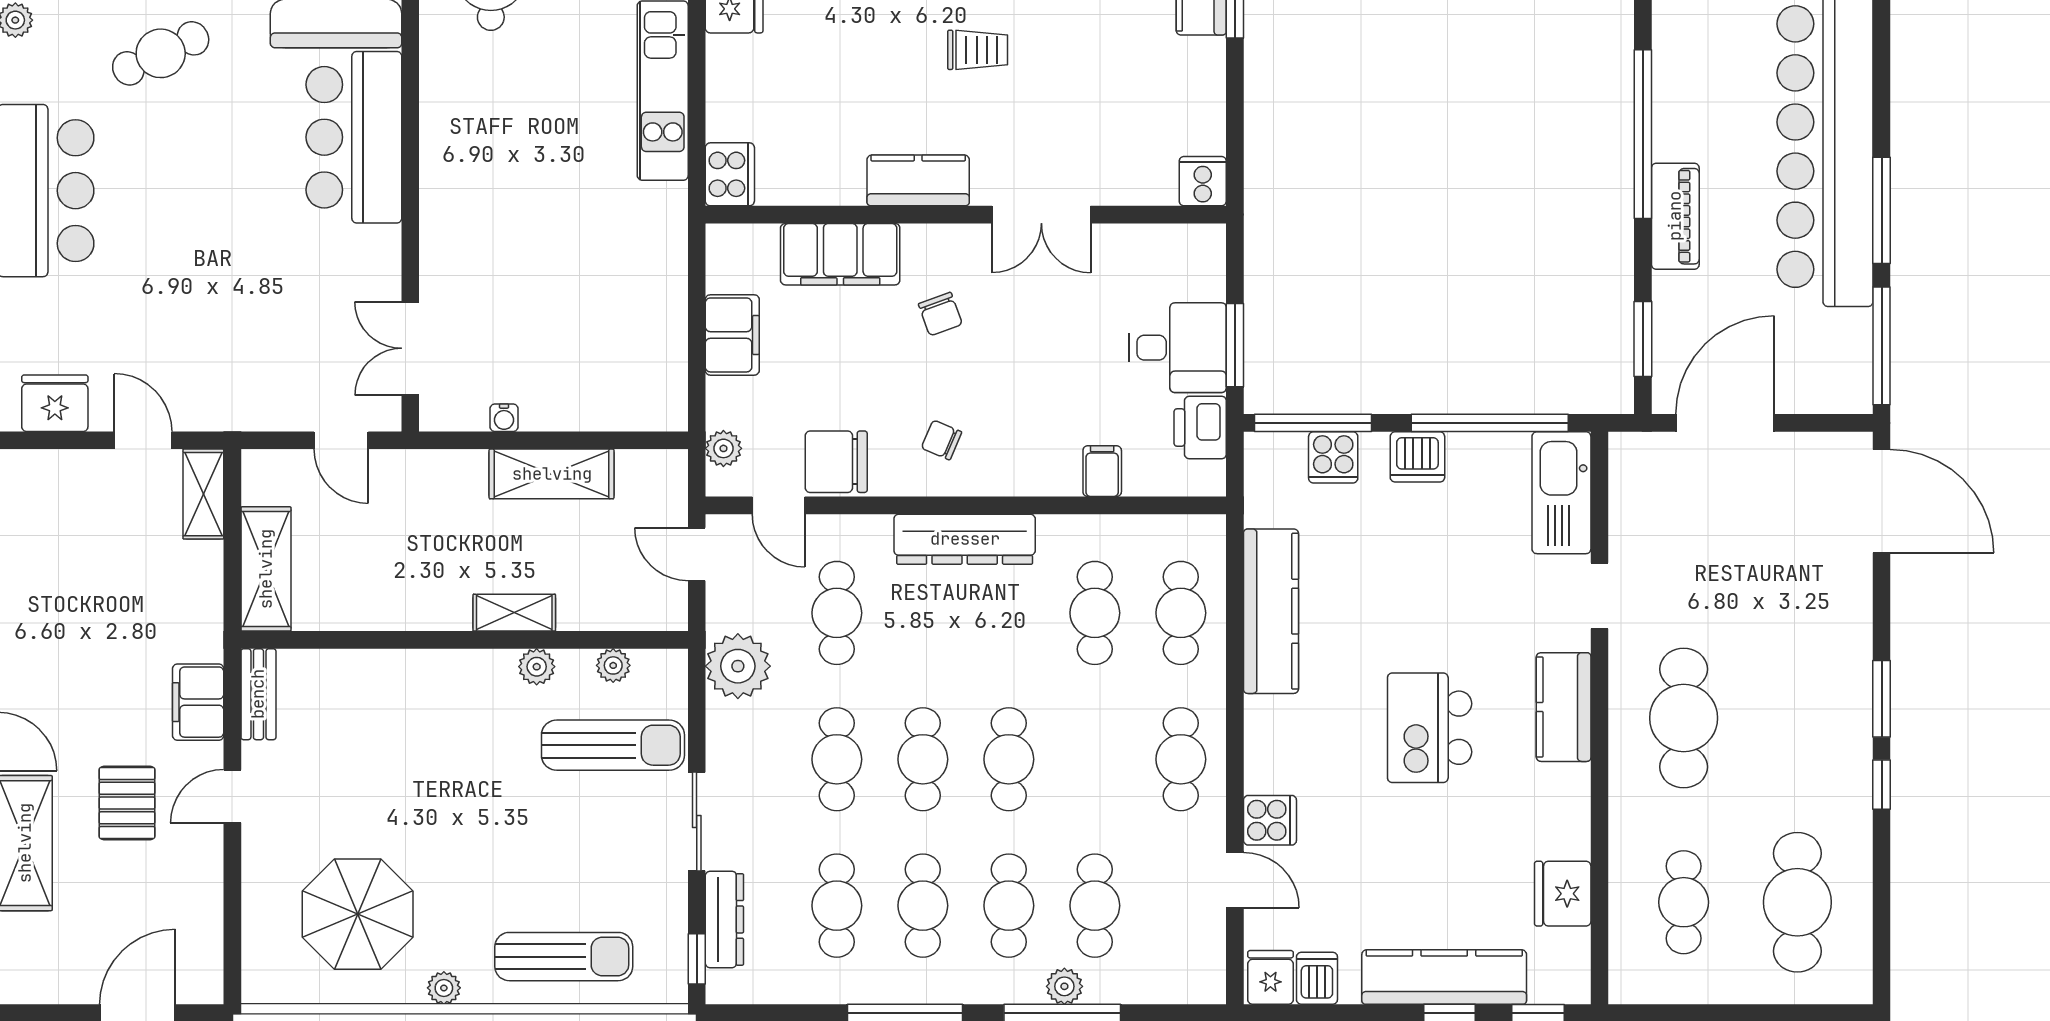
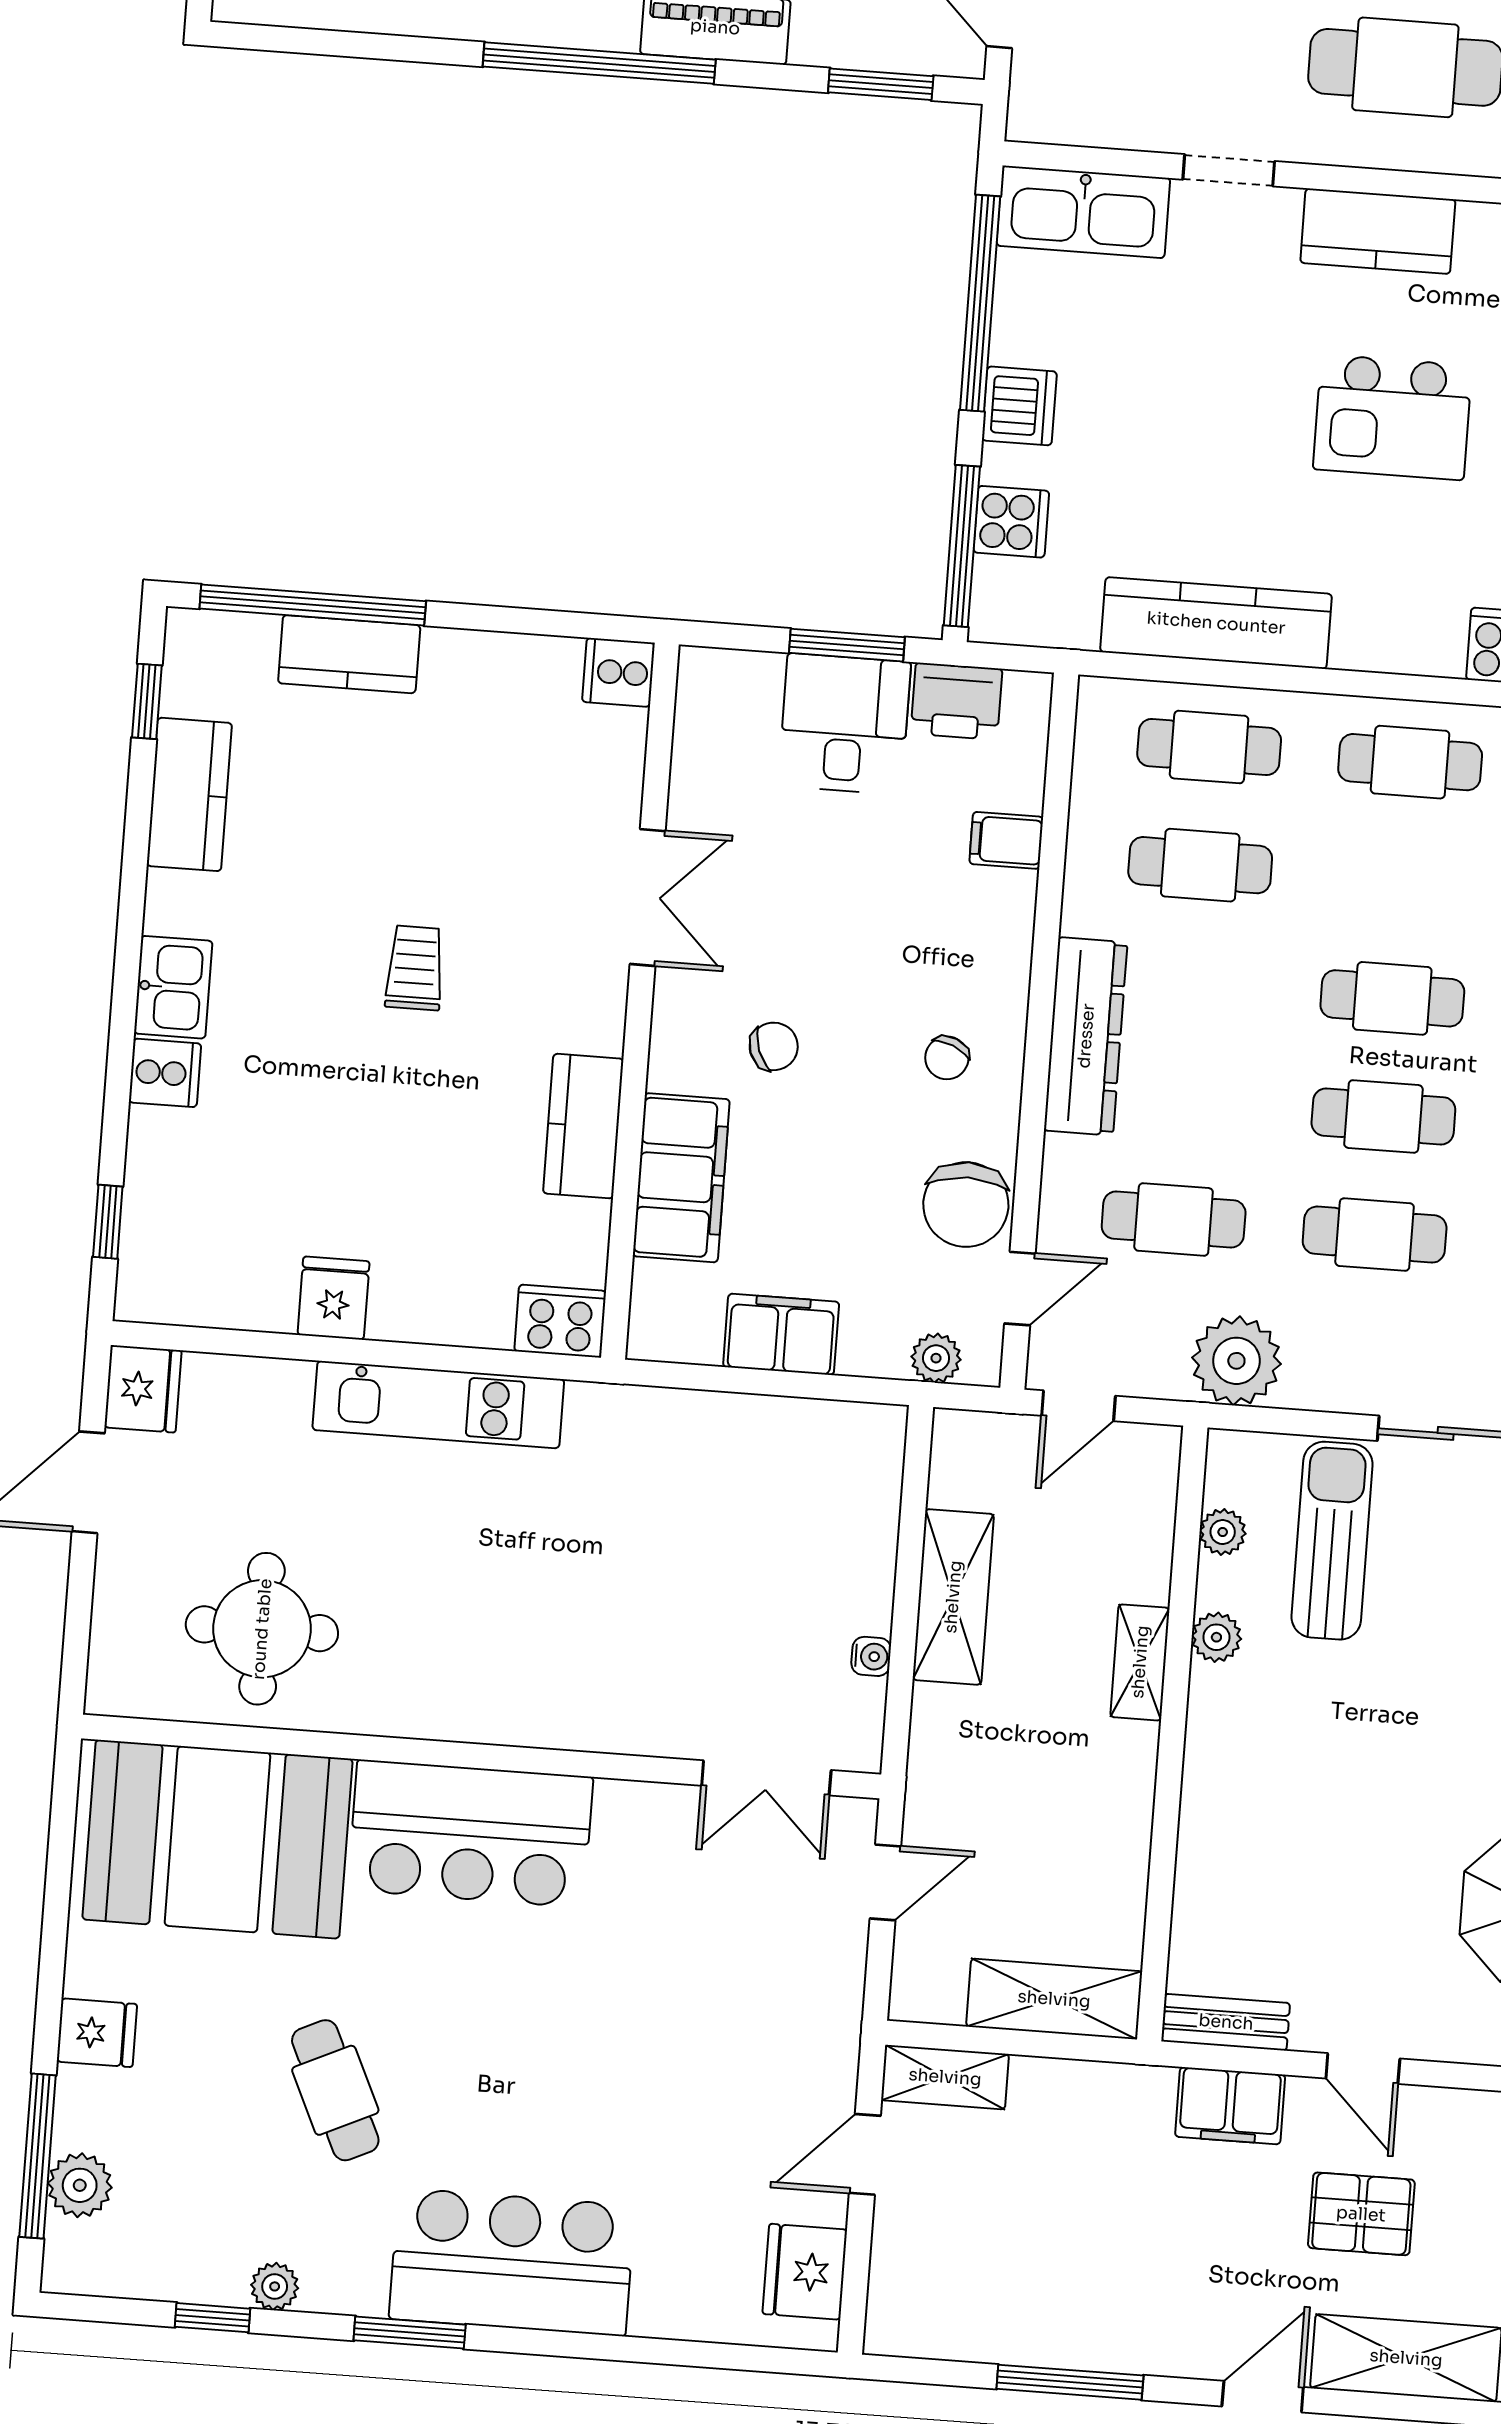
kitchen counter: (918, 180) -> (583, 1126), moved

